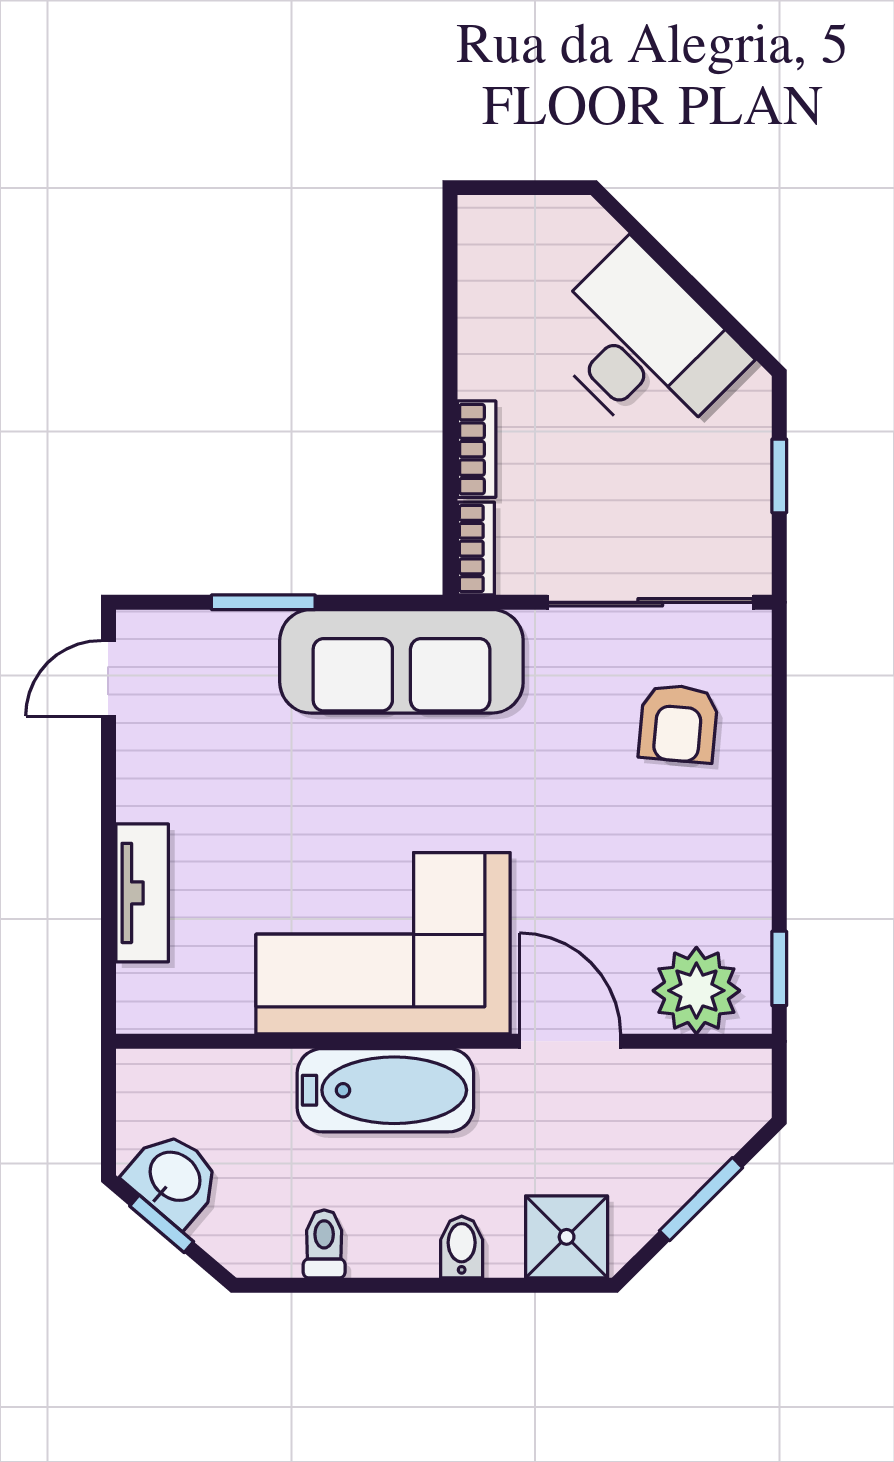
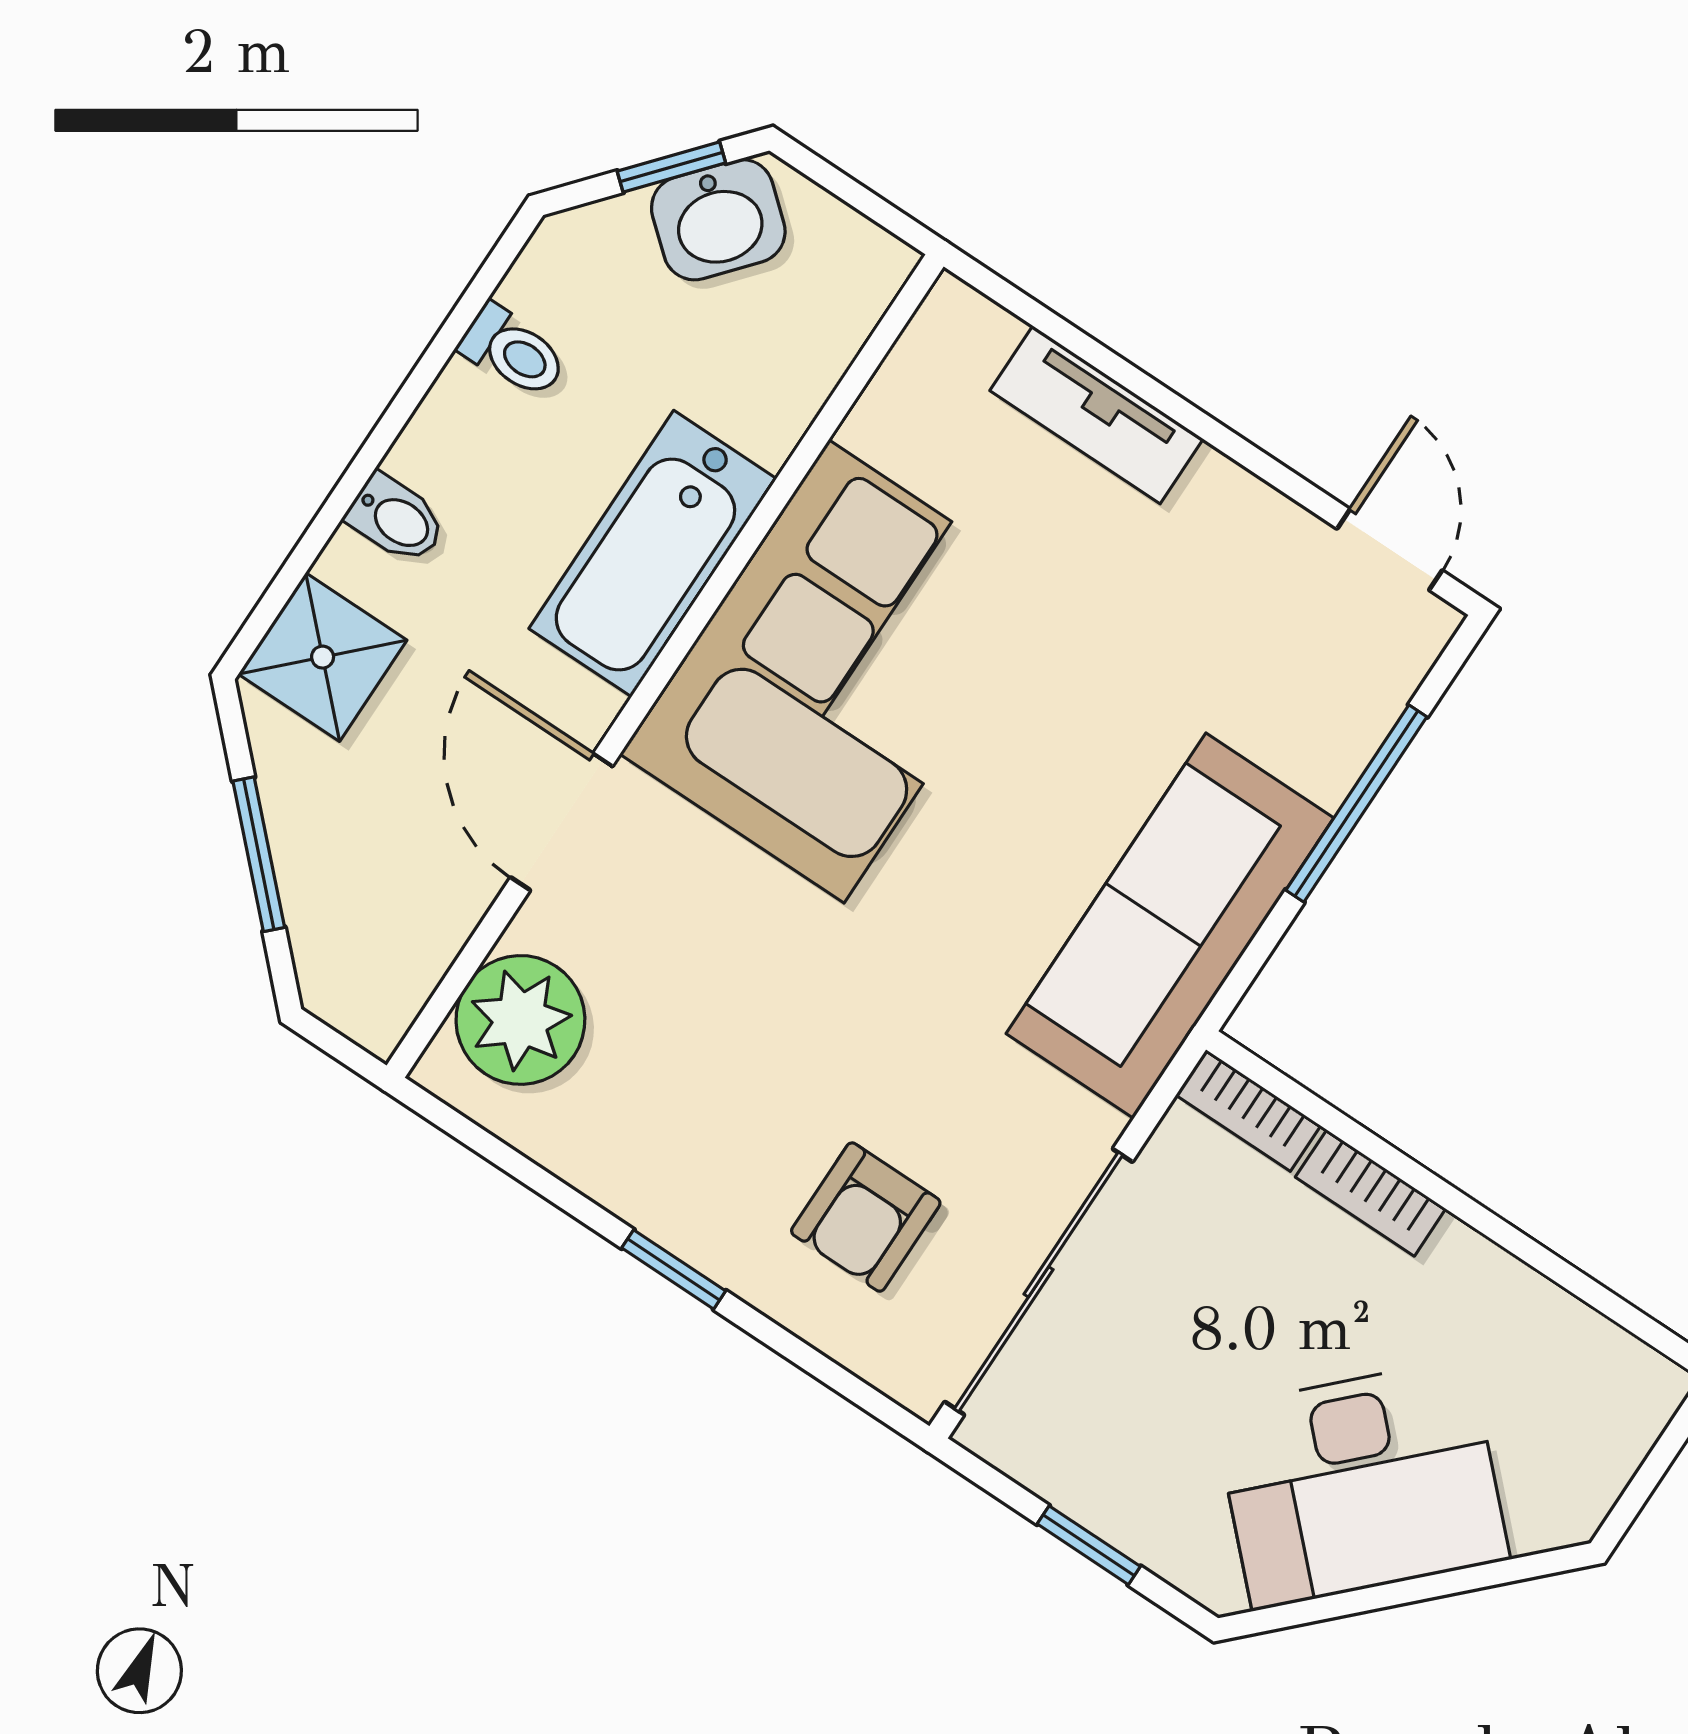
window: (263, 602) -> (1356, 803), width x1.44
armchair: (678, 723) -> (866, 1217), turned -95
window: (779, 968) -> (674, 1269), moved
door: (570, 1041) -> (562, 822), swing flipped

